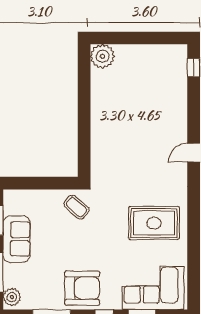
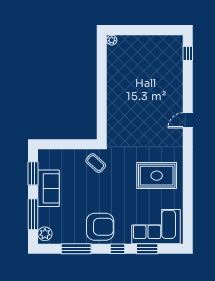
plant: (103, 56) -> (112, 40), width x0.53, depth x0.53

